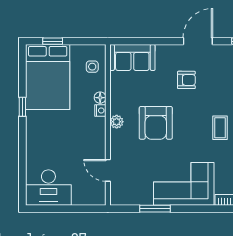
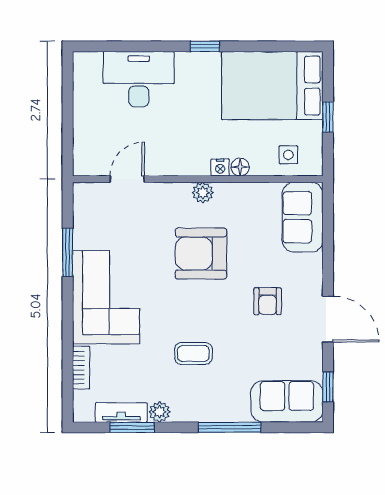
window: (53, 41) -> (328, 117), moved
window: (22, 107) -> (205, 46), moved
desk: (48, 188) -> (139, 79), moved, turned 90

